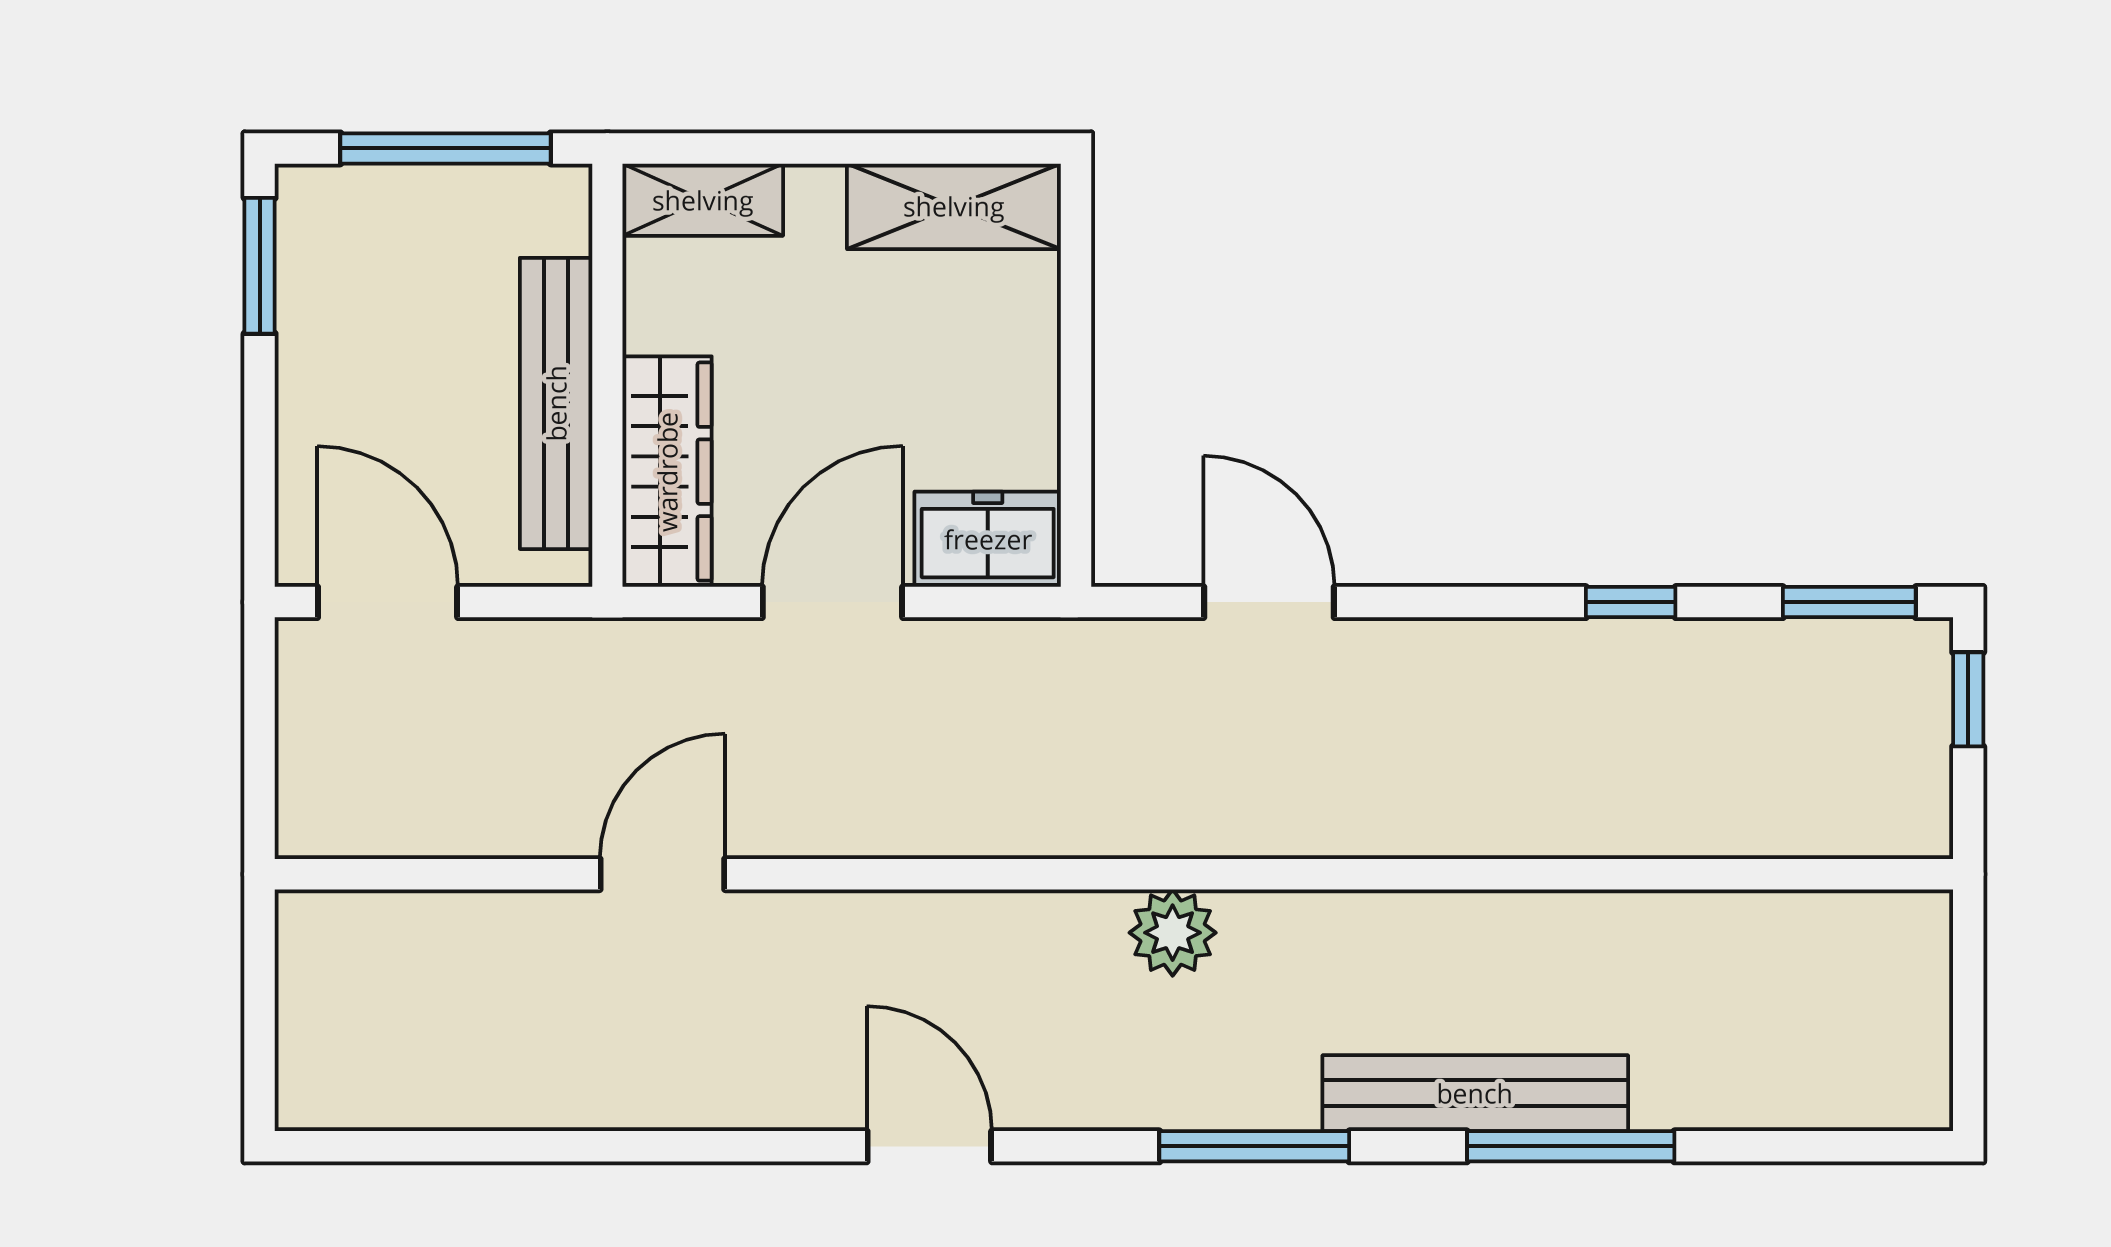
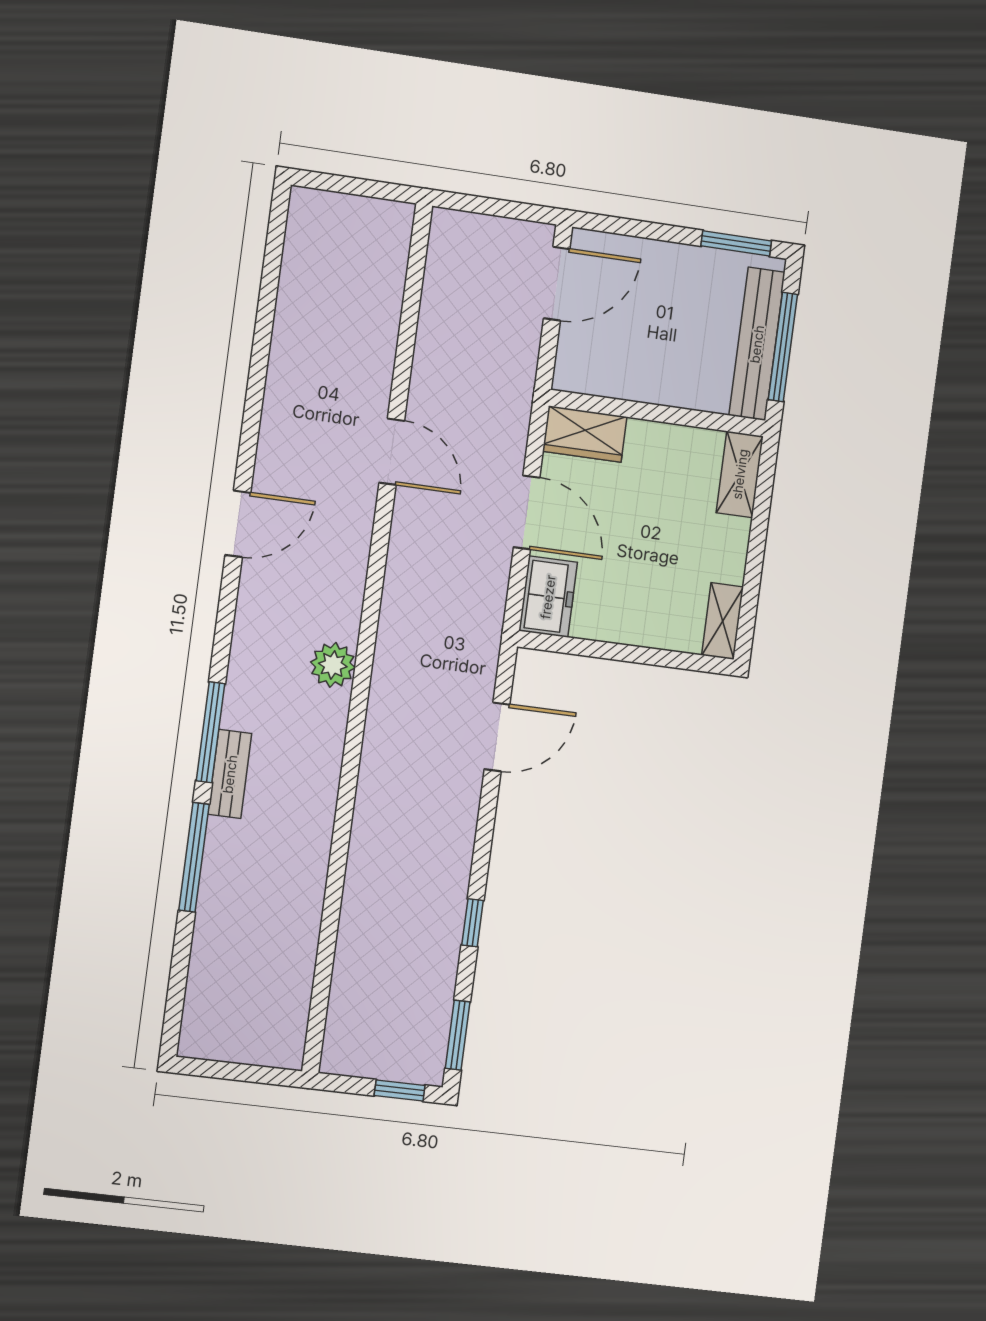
shelving: (954, 206) -> (723, 621), width x0.67, depth x0.75
bench: (556, 403) -> (757, 344), moved, turned 90
wardrobe: (667, 472) -> (585, 434), width x0.67
door: (662, 874) -> (392, 452), moved
bench: (1475, 1093) -> (230, 774), width x0.54, depth x0.82
window: (1254, 1146) -> (210, 732), moved

